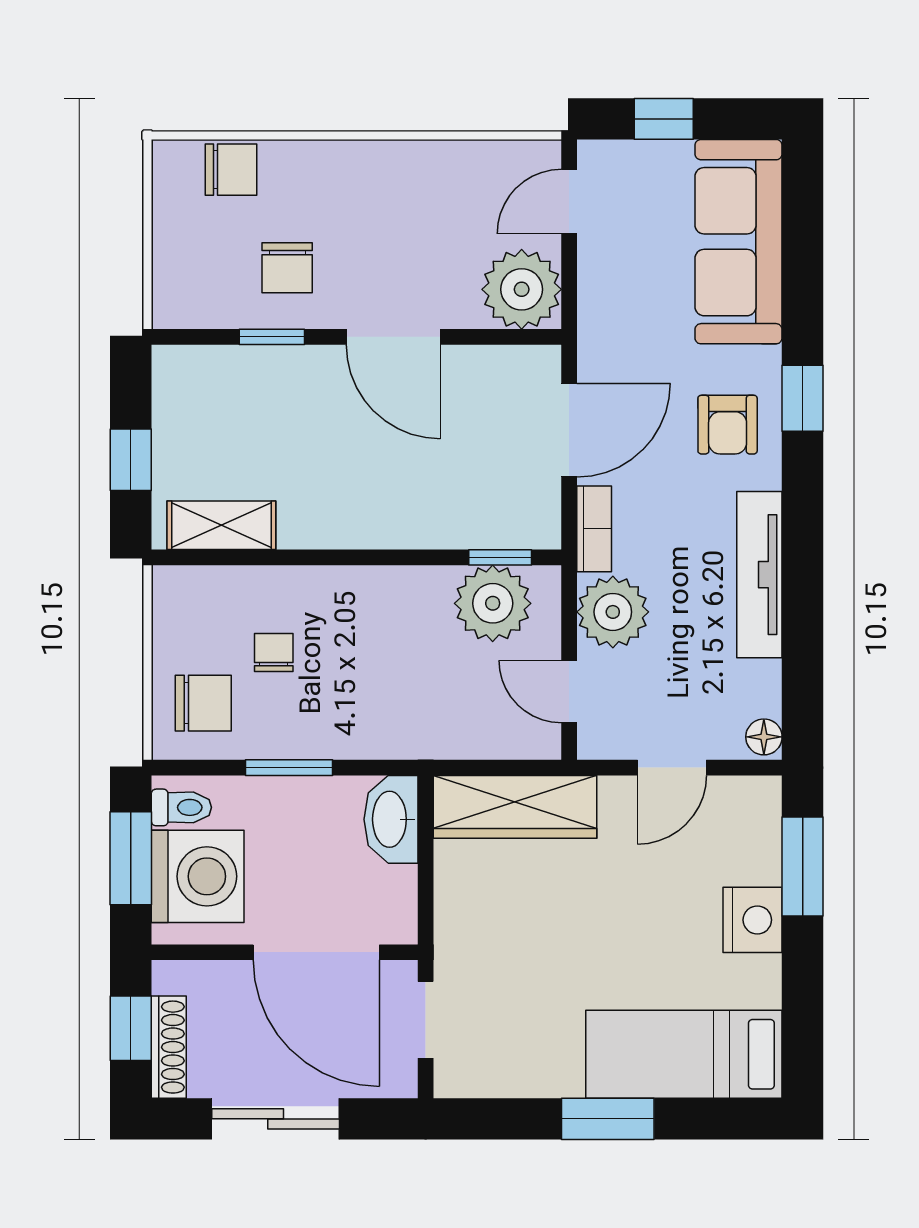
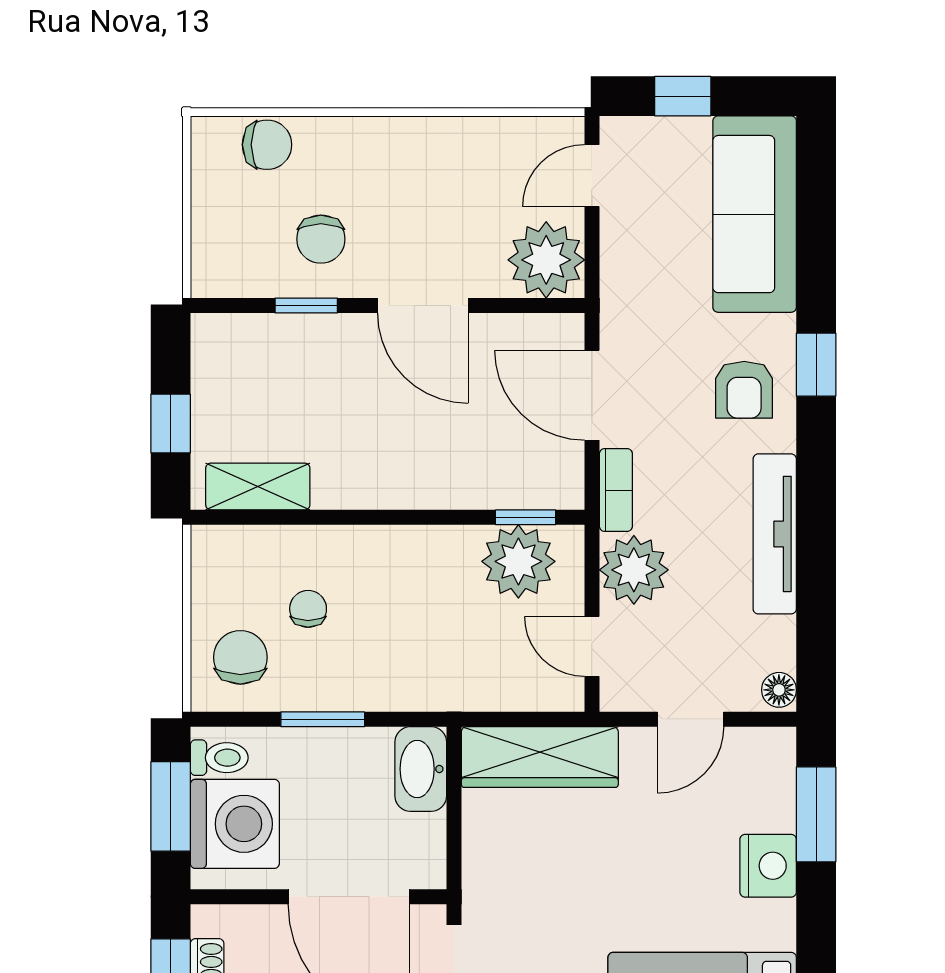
door: (569, 430) -> (592, 395), swing flipped
chair: (203, 703) -> (240, 657), turned -90

